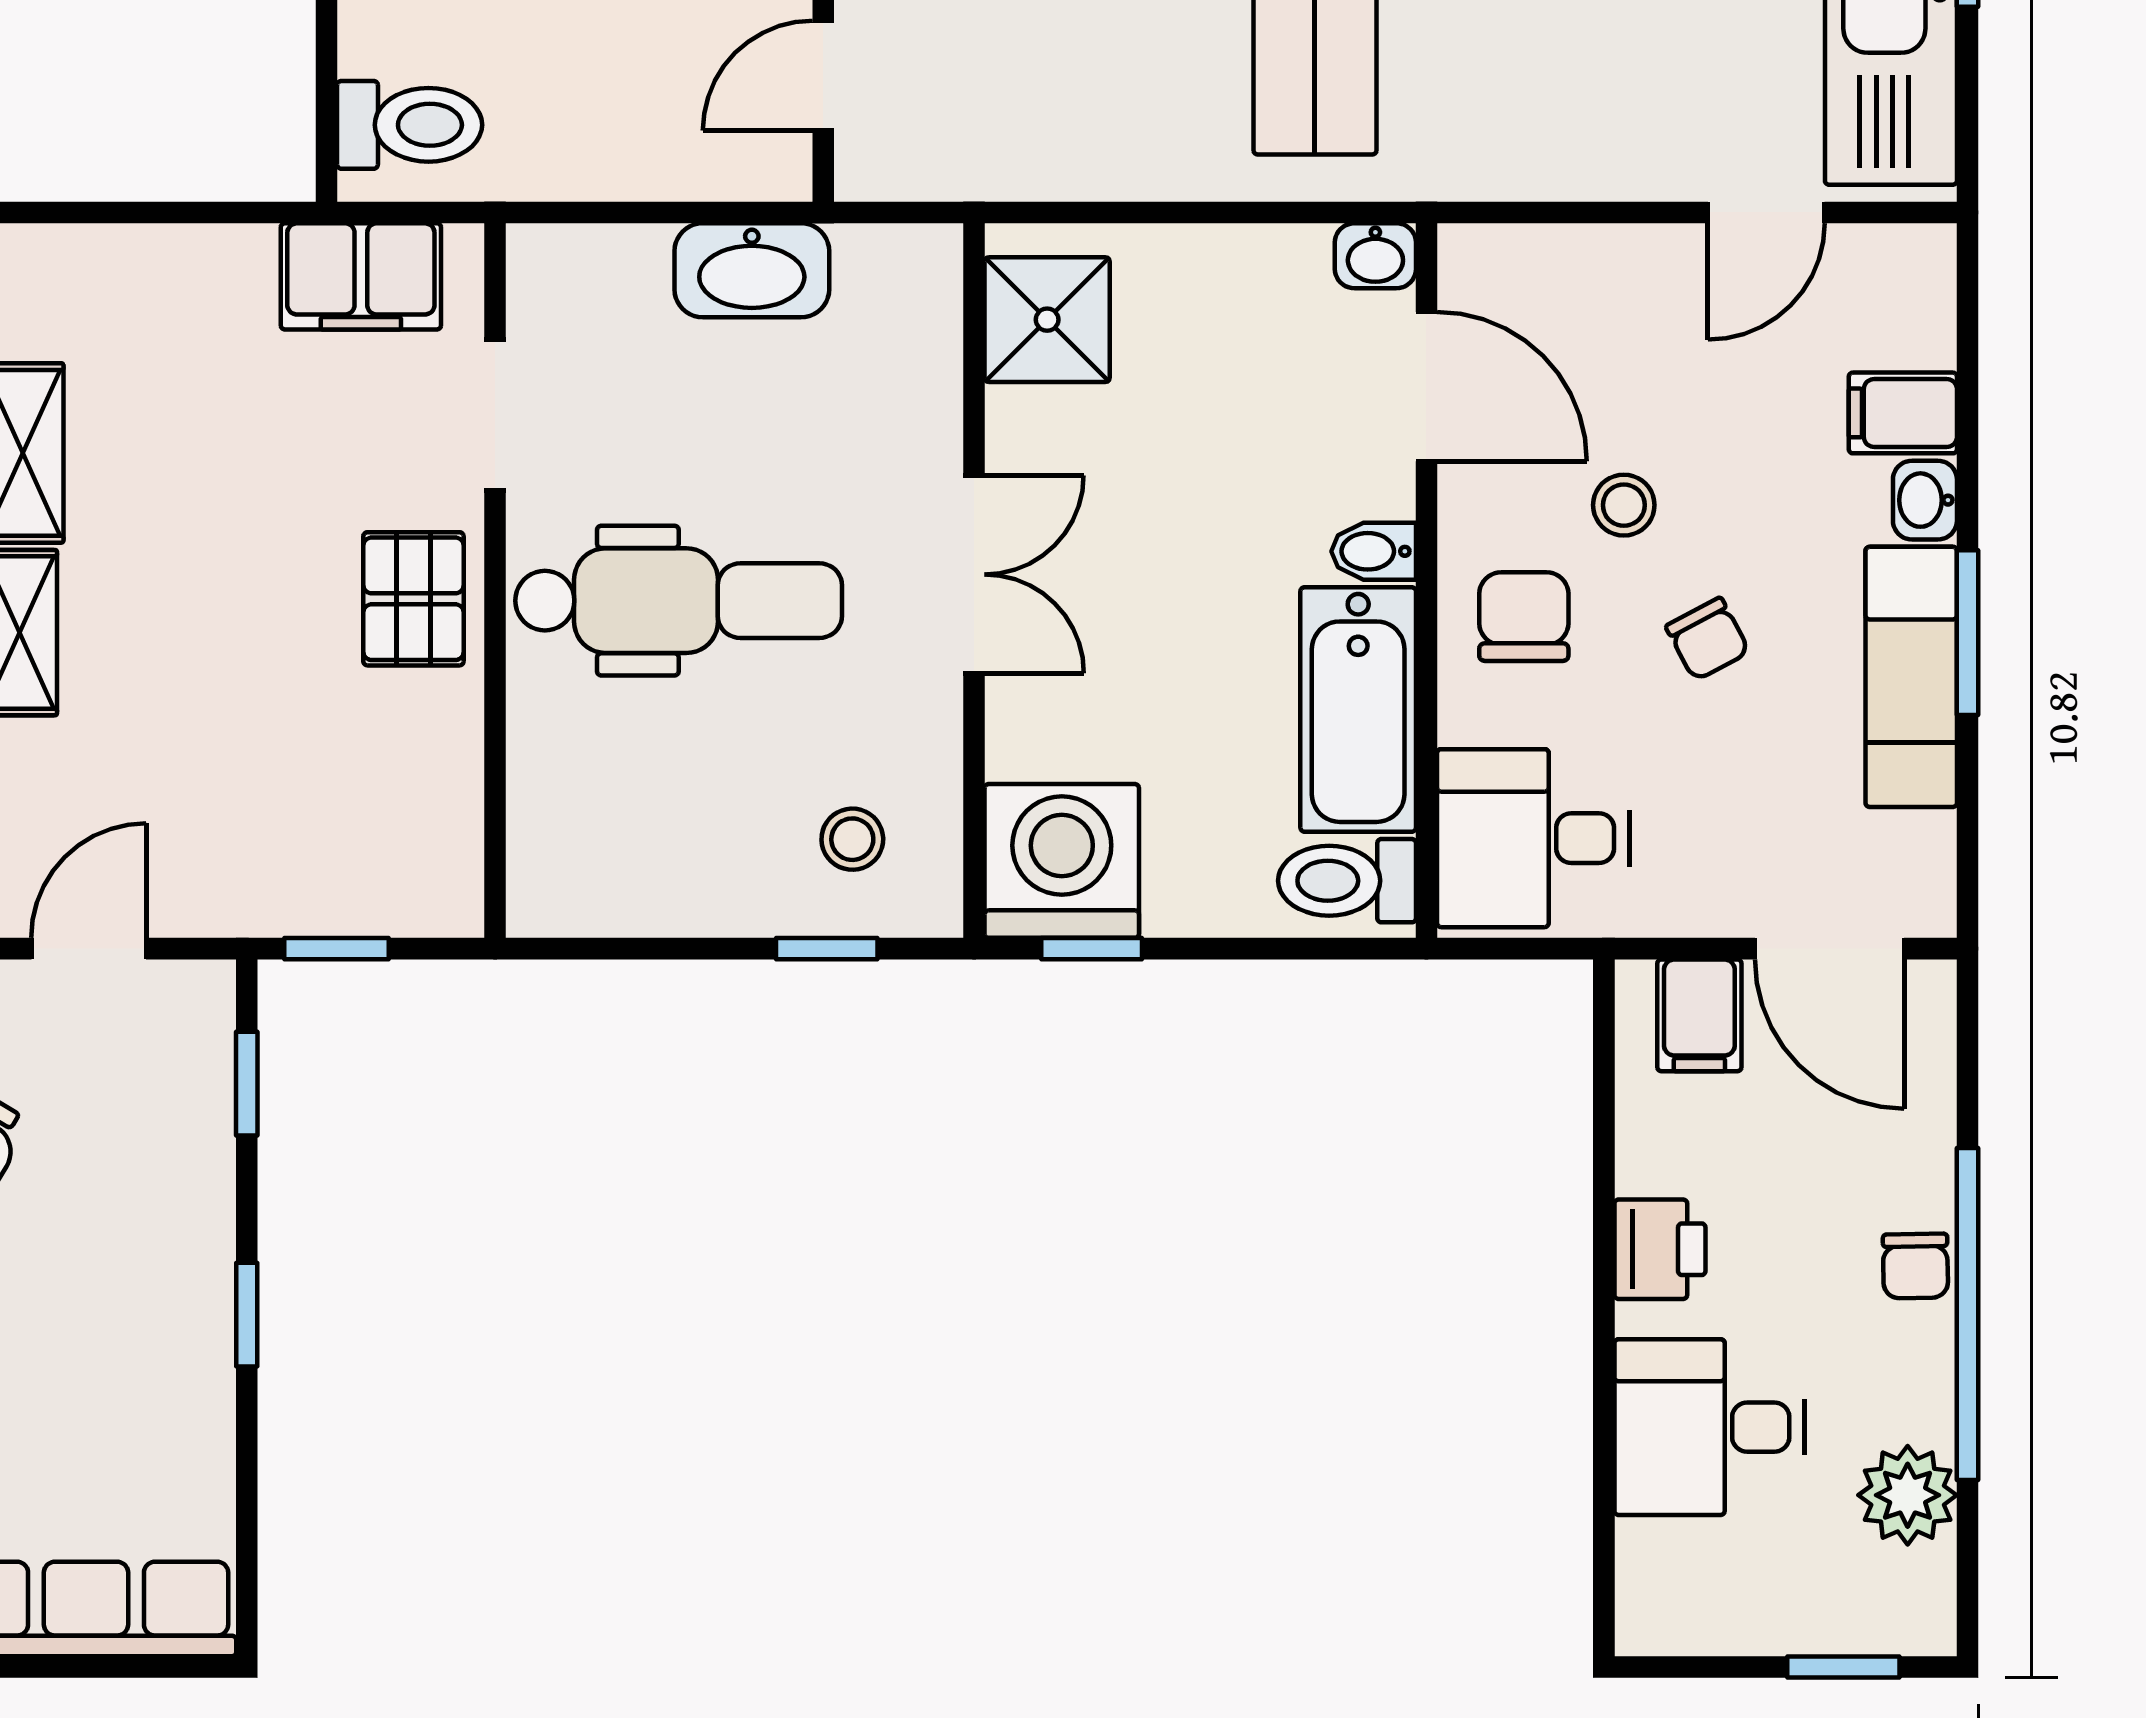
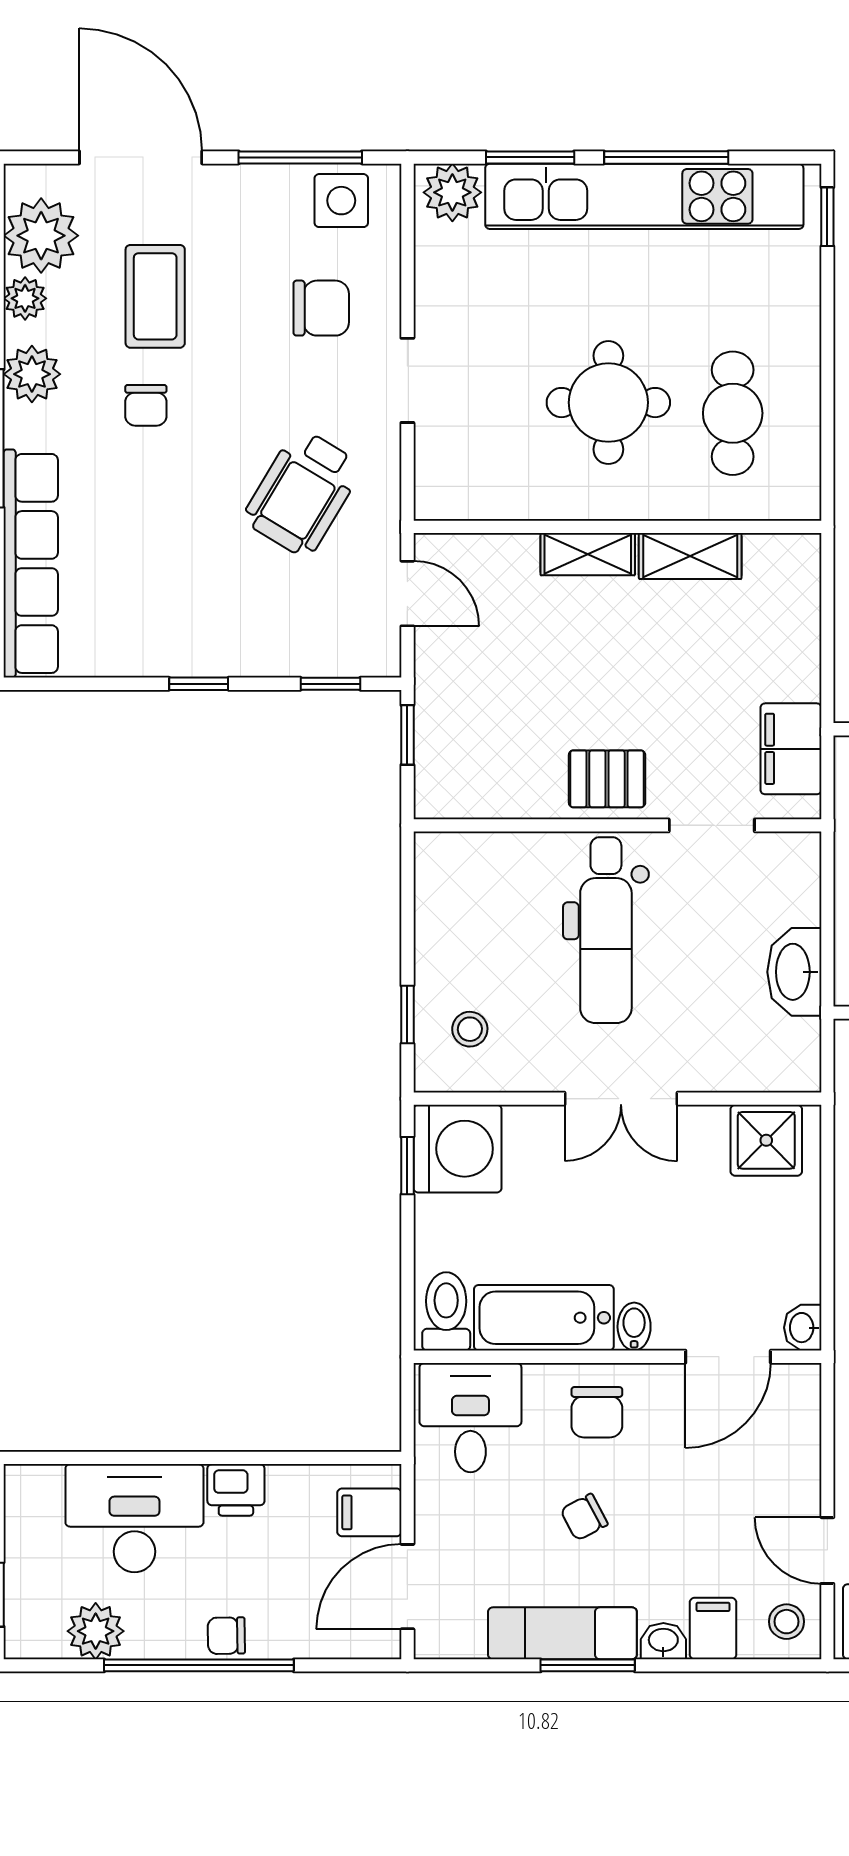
stool: (1624, 505) -> (787, 1622), moved
chair: (1524, 617) -> (597, 1412), turned 90
desk: (1709, 1427) -> (134, 1518), width x1.37

